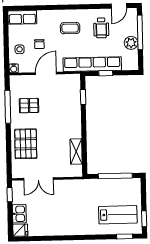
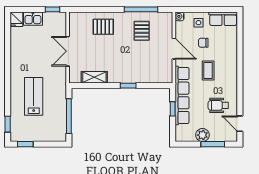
row of seats: (22, 17) -> (223, 19), moved, turned -90
coffee table: (70, 28) -> (208, 71), moved
window: (140, 32) -> (213, 144), width x0.69
window: (83, 97) -> (128, 86), moved
pallet: (26, 144) -> (103, 27), width x0.67, depth x0.71
double door: (38, 179) -> (68, 51), moved
lab bench: (118, 215) -> (34, 96), moved, turned 180

